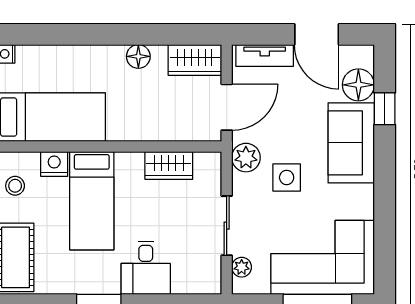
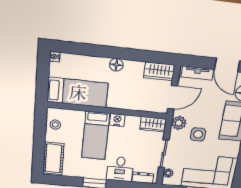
floor lamp: (138, 56) -> (116, 65), moved
nightstand: (54, 164) -> (117, 120), moved
wardrobe: (169, 165) -> (153, 124), moved
dresser: (193, 283) -> (143, 178), added

